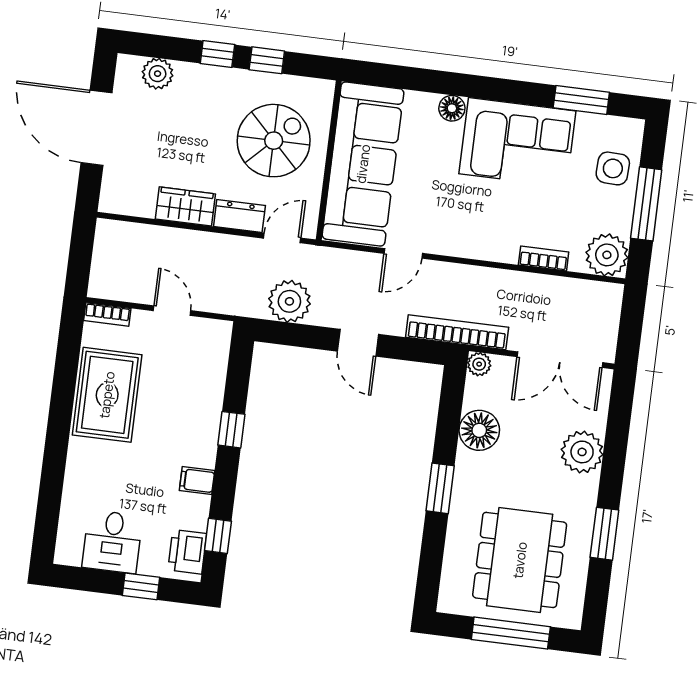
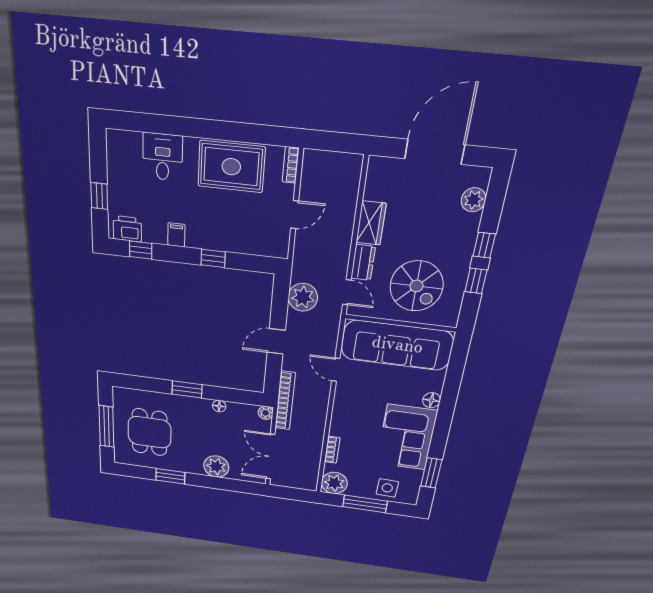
floor lamp: (479, 430) -> (219, 406), width x0.53, depth x0.53
desk: (112, 542) -> (163, 157), moved, turned 90
dining table: (520, 560) -> (150, 432), width x0.73

